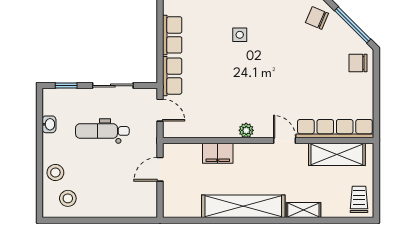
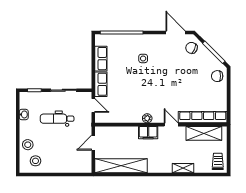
filing cabinet: (218, 153) -> (148, 133), moved
shelving: (243, 206) -> (121, 166), moved

